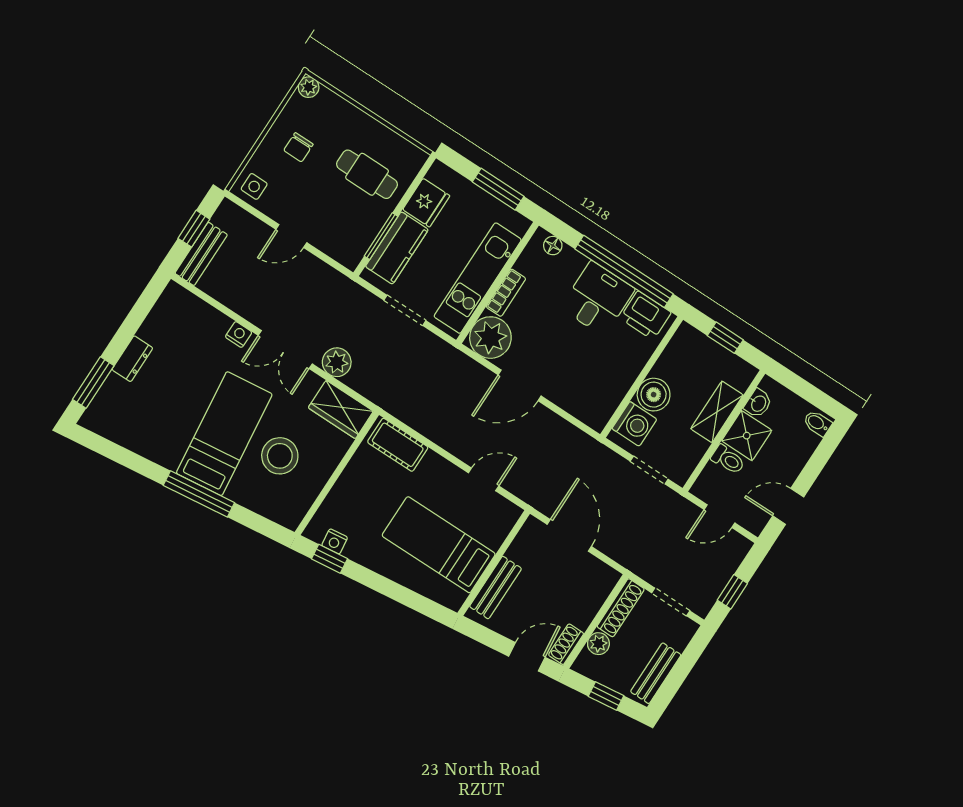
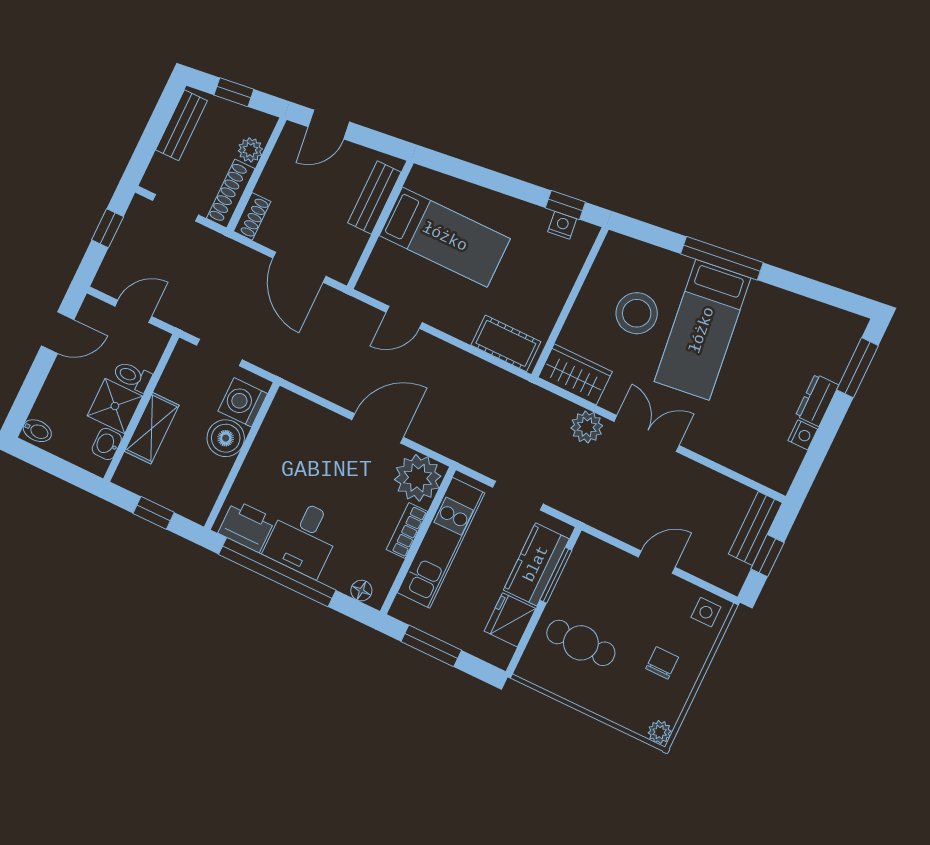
nightstand: (239, 335) -> (803, 435), moved, turned -90
shoe rack: (566, 644) -> (252, 216), moved

